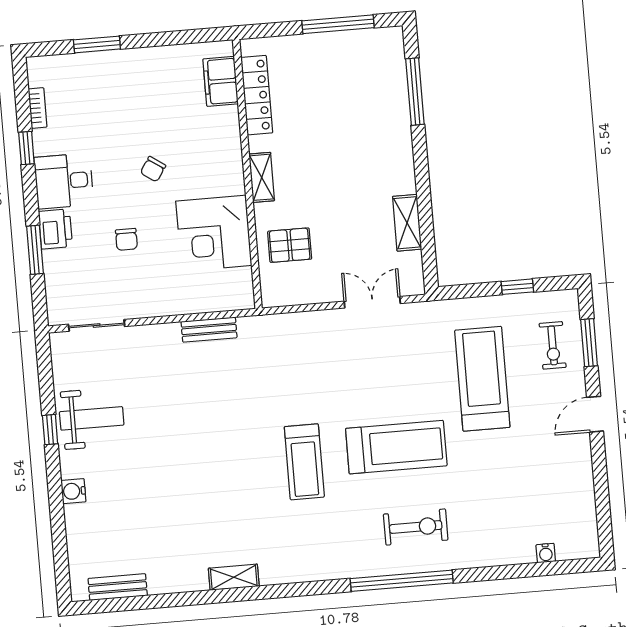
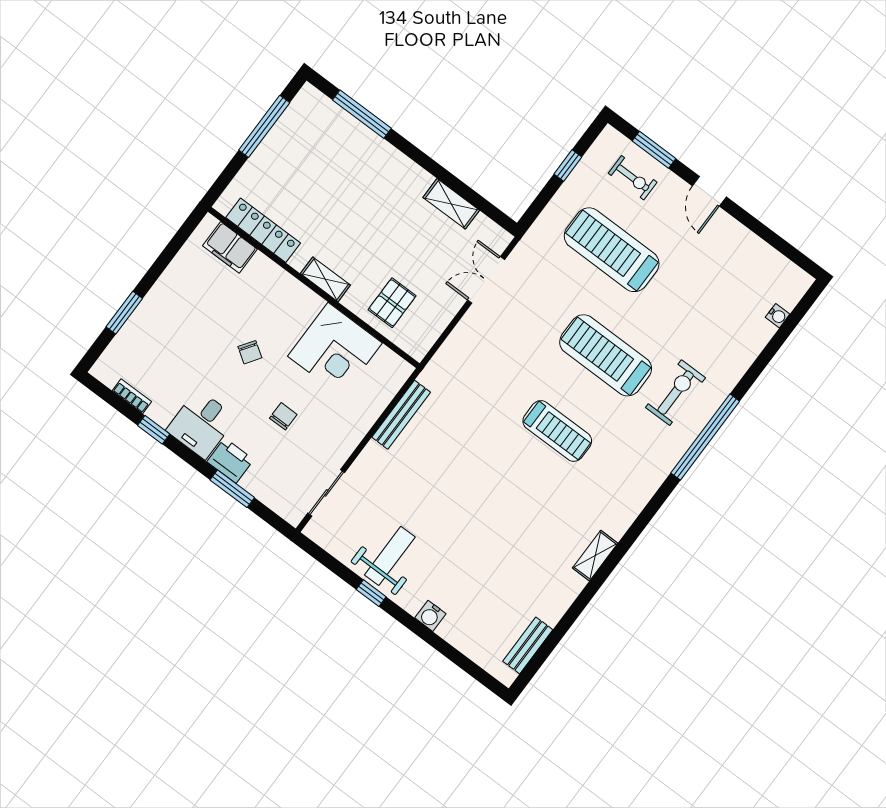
chair: (126, 239) -> (283, 416), turned -90
bench: (209, 330) -> (401, 415), width x1.36
treadmill: (396, 447) -> (606, 355), turned -90

